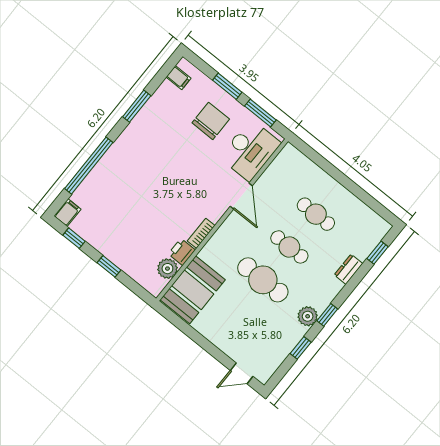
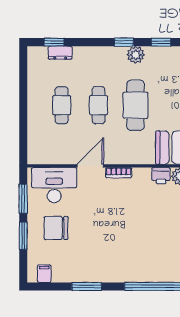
bookcase: (201, 233) -> (119, 173), moved
dresser: (348, 269) -> (60, 53), moved

